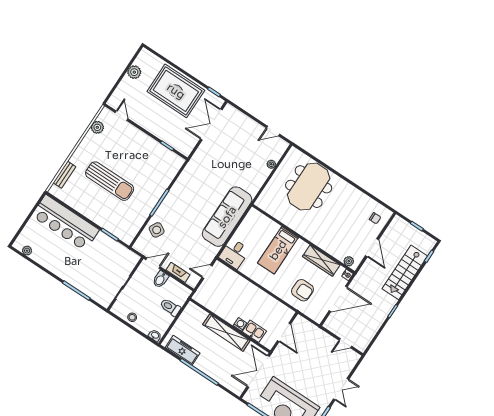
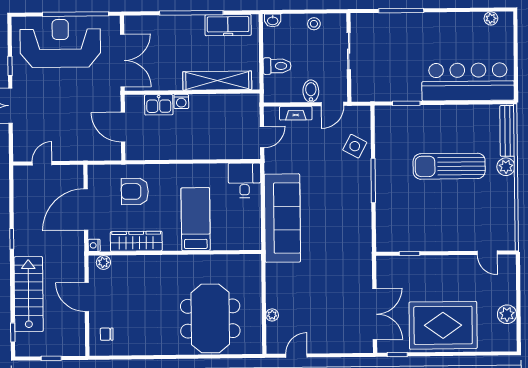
plant: (97, 127) -> (506, 167), moved
bench: (64, 175) -> (507, 131), width x1.36
shelving: (226, 333) -> (217, 81), moved

